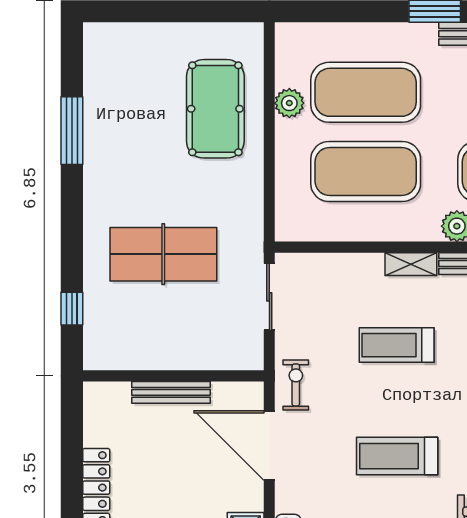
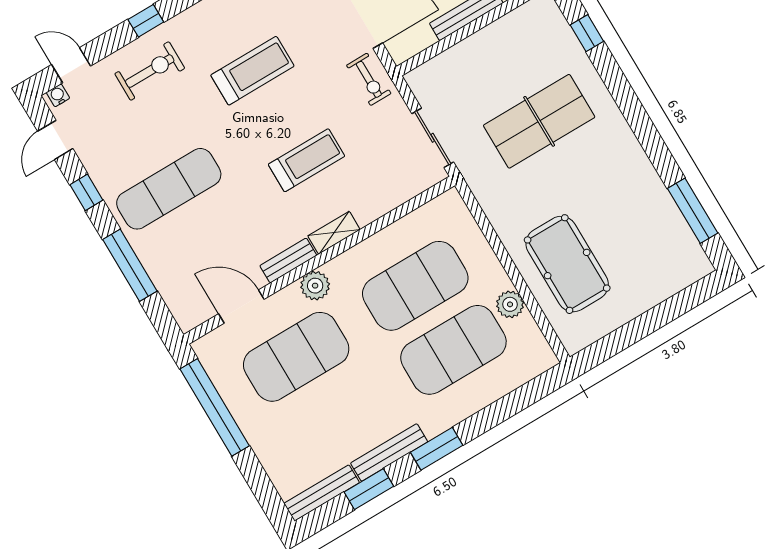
window: (72, 131) -> (693, 211), moved

